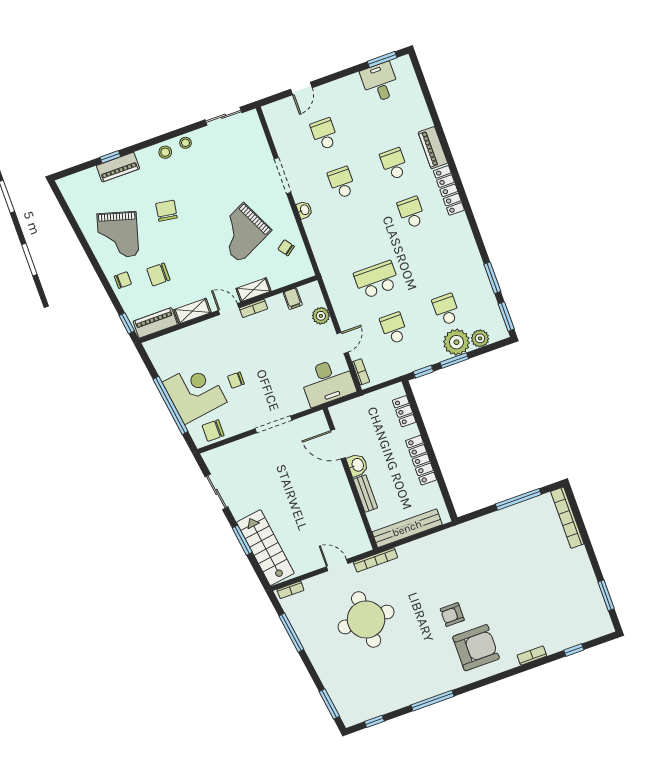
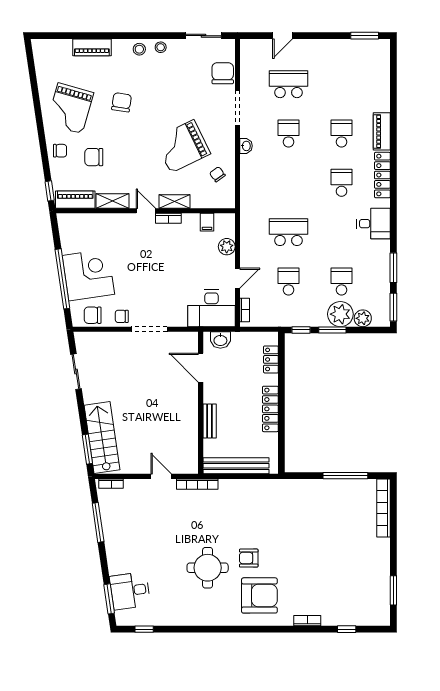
desk: (380, 82) -> (374, 224), moved, turned 90
school desk: (324, 134) -> (288, 84), width x1.85
chair: (256, 146) -> (223, 73), added
window: (110, 157) -> (88, 36), removed
chair: (236, 380) -> (122, 316), moved
washbasin: (357, 465) -> (220, 340), moved, turned 90
window: (242, 540) -> (87, 449), moved
round table: (366, 619) -> (208, 568), moved, width x0.73, depth x0.73
desk: (347, 689) -> (130, 591), added
window: (433, 701) -> (203, 629), removed

